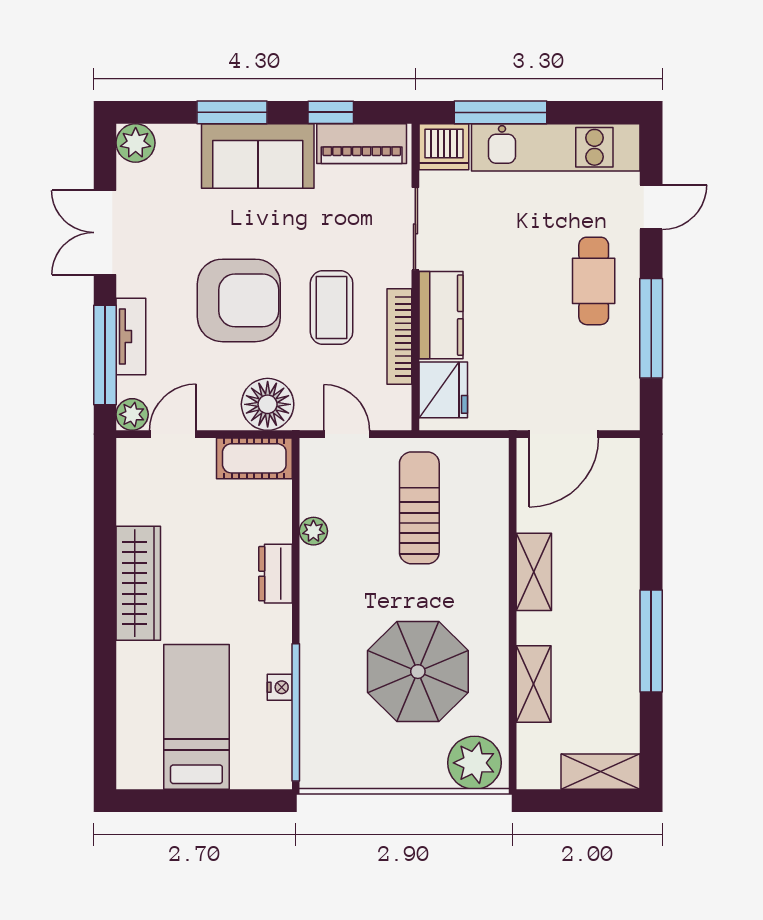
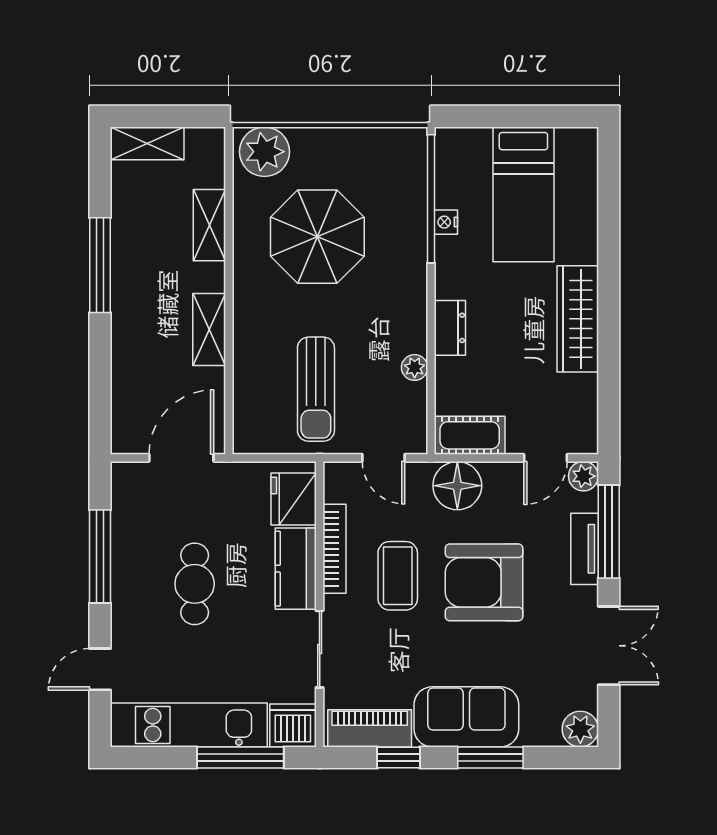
cafe table: (594, 281) -> (195, 584), moved

